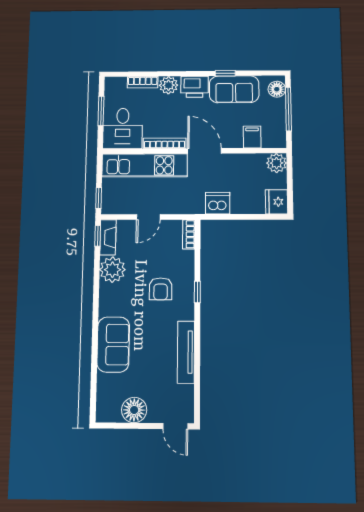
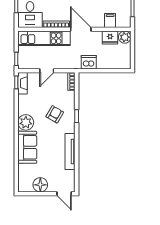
fridge: (277, 202) -> (110, 38), moved, turned -90
plant: (112, 270) -> (26, 122), moved
armchair: (161, 289) -> (55, 114), turned -150

